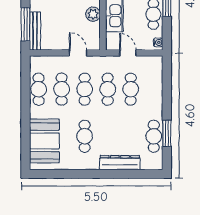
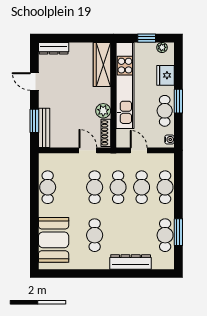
window: (25, 24) -> (34, 121), width x0.69
shoe rack: (96, 36) -> (106, 133), added
cafe table: (62, 89) -> (165, 187), moved

